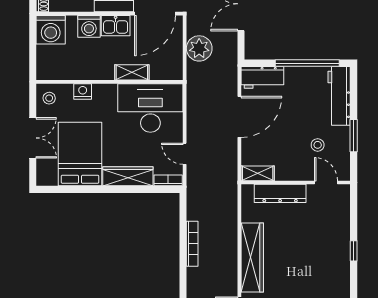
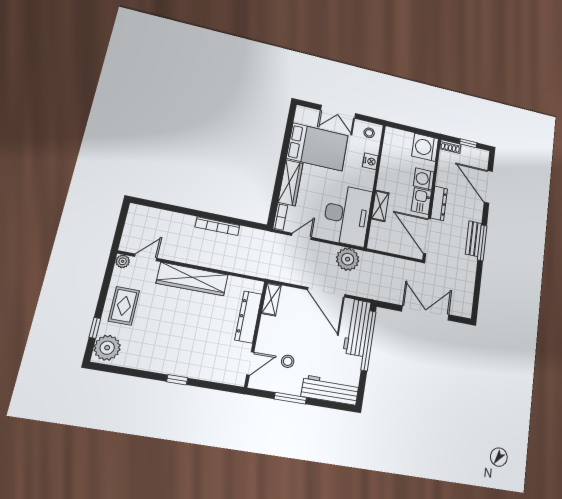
plant: (199, 48) -> (348, 259), moved
window: (307, 63) -> (368, 341), moved
workbench: (262, 77) -> (357, 327), width x1.37

